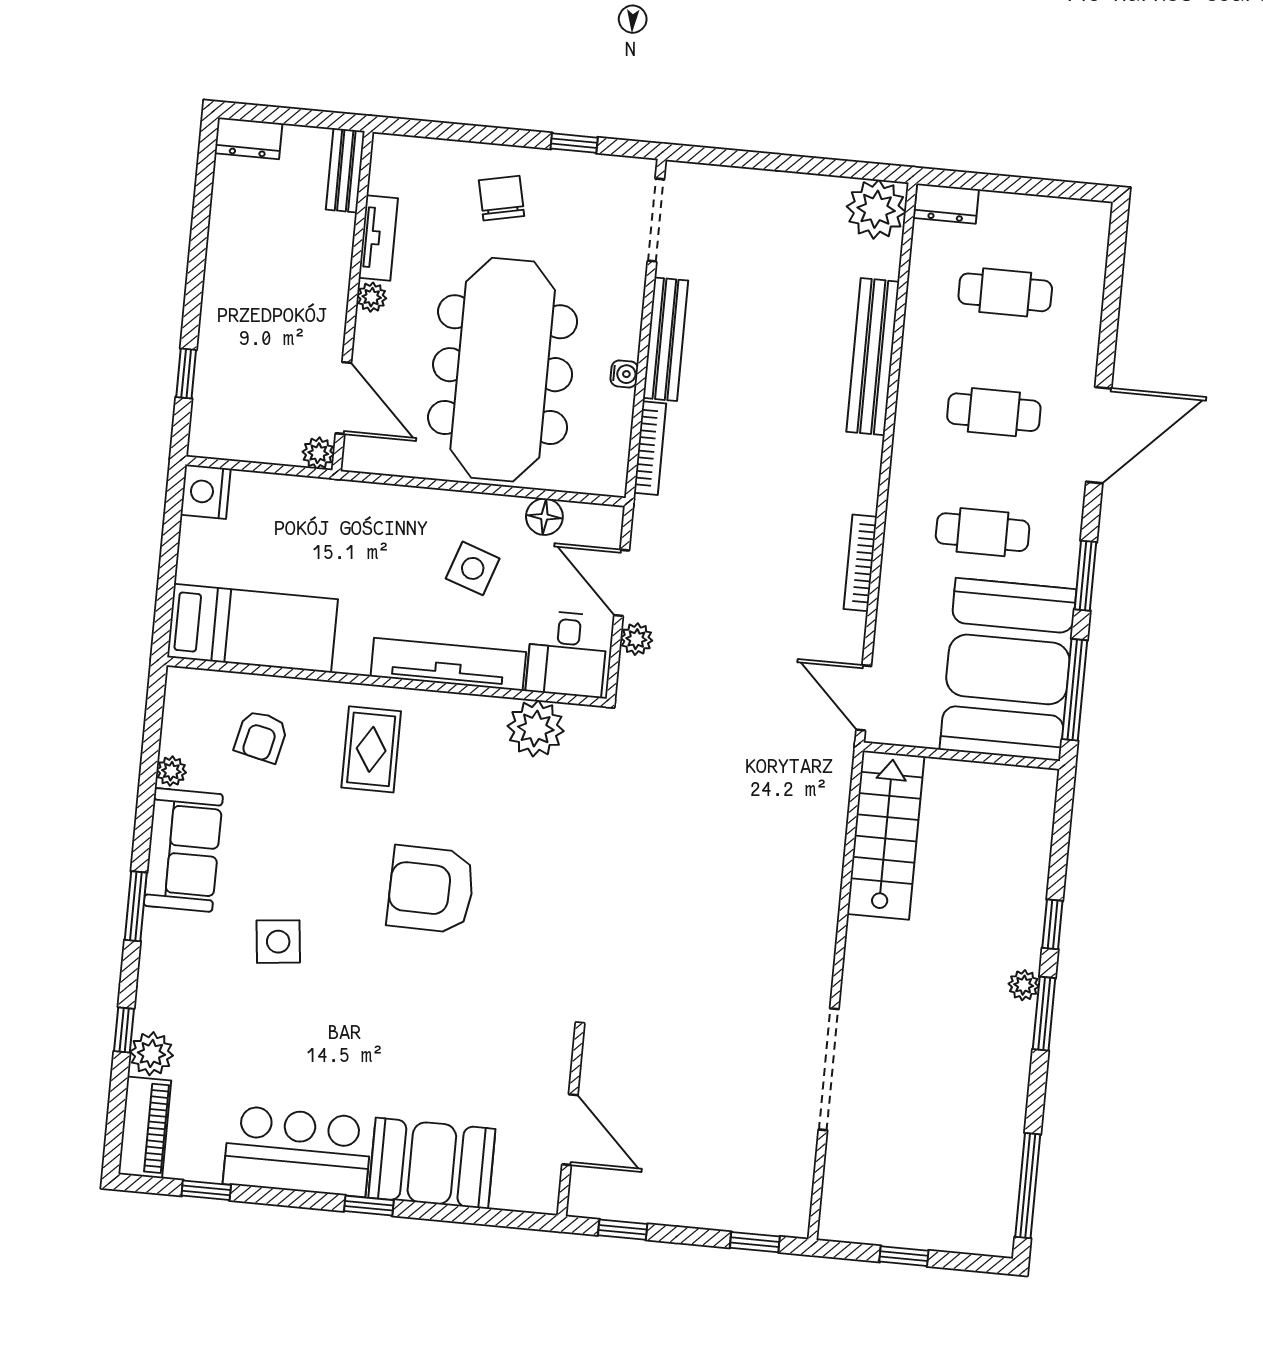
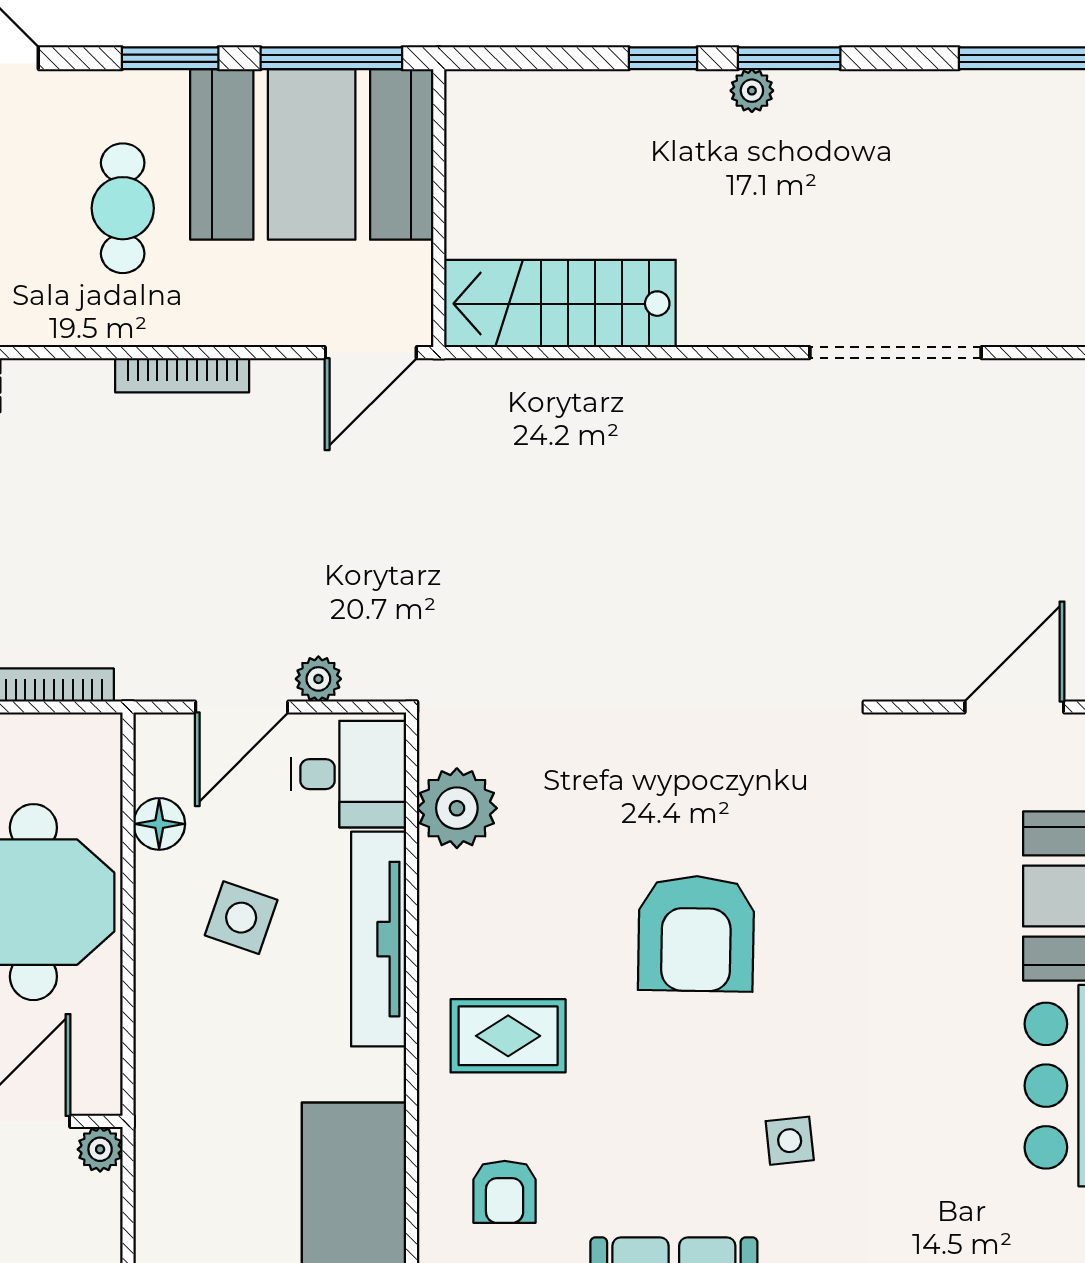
armchair: (261, 736) -> (505, 1192), turned 77
side table: (278, 942) -> (790, 1141), width x0.73, depth x0.73

